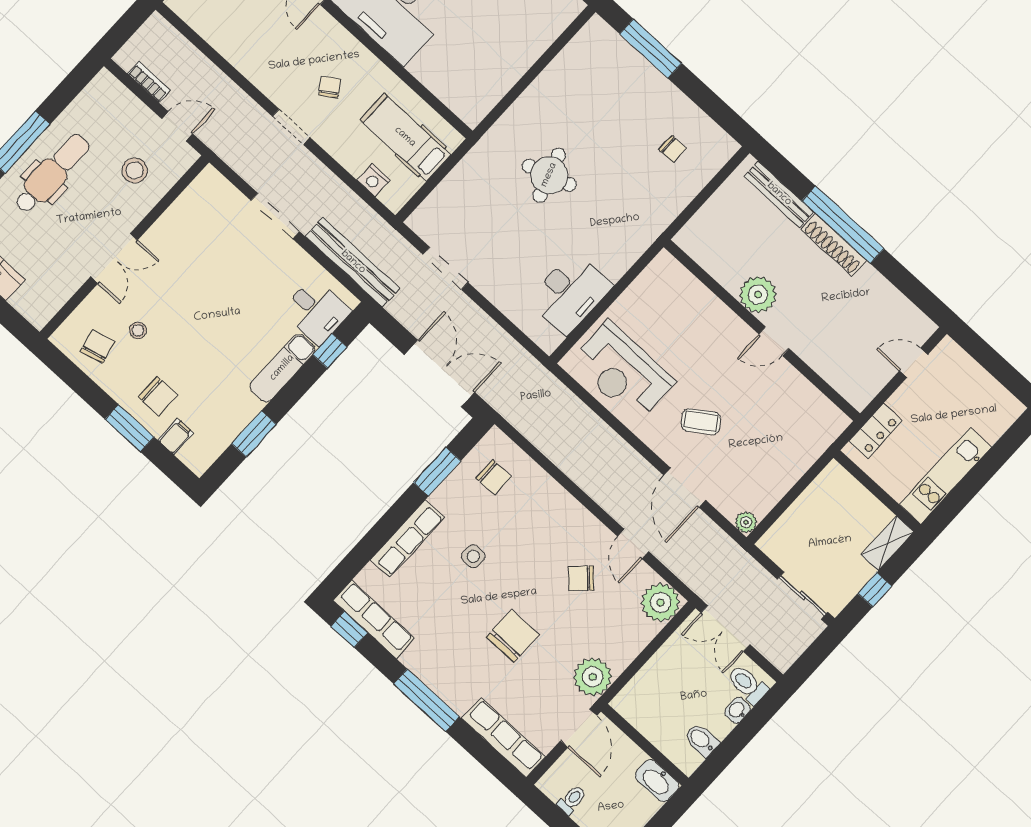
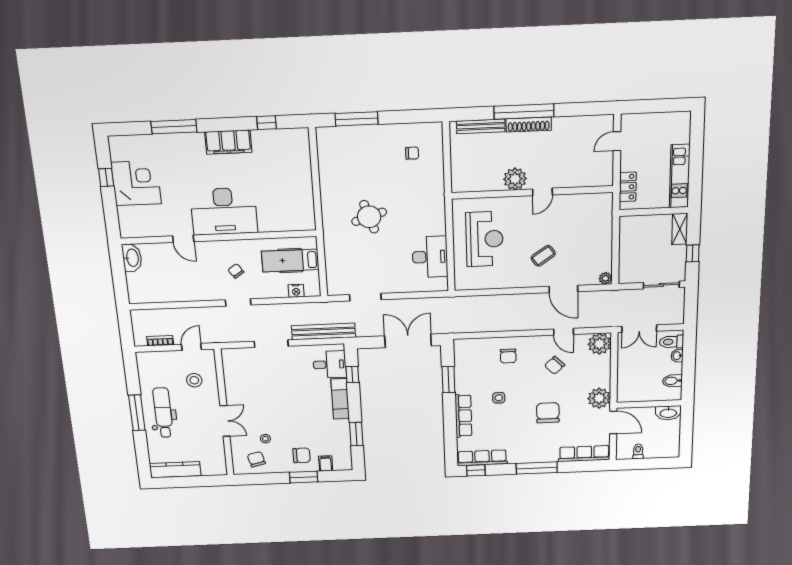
reception desk: (623, 371) -> (485, 239), moved, turned -90
chair: (494, 477) -> (508, 356), moved, turned 90

